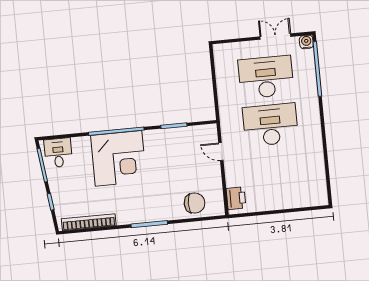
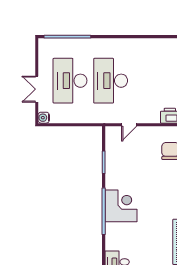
double door: (275, 37) -> (37, 89), moved
water cooler: (306, 42) -> (44, 118), moved
corner desk: (119, 158) -> (121, 206), width x0.74, depth x0.74

